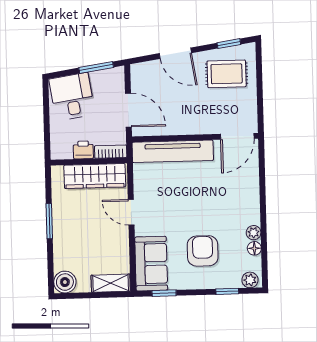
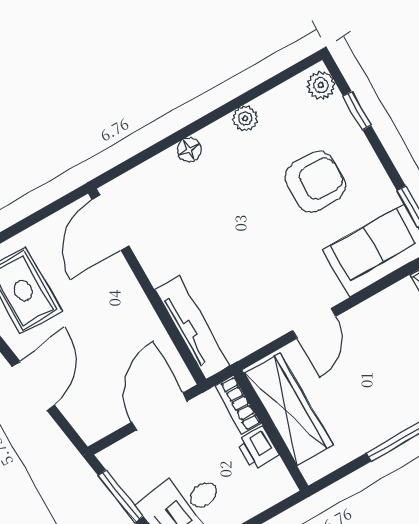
door: (237, 136) -> (110, 223), swing flipped
tv unit: (173, 151) -> (192, 328), width x0.73, depth x0.78
floor lamp: (254, 248) -> (189, 150), moved
armchair: (203, 251) -> (315, 182), turned 180

